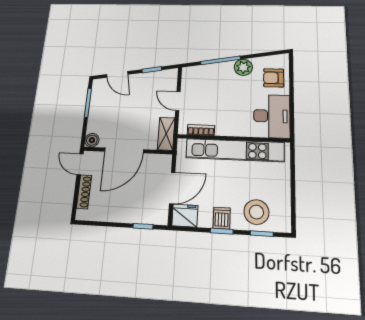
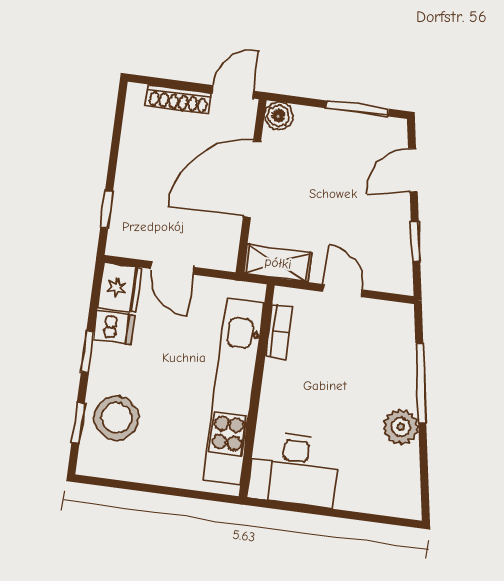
armchair: (274, 78) -> (372, 483), removed
door: (178, 101) -> (343, 291), hinge flipped
door: (124, 150) -> (252, 179), hinge flipped
door: (172, 188) -> (172, 268), width x0.73
dishwasher: (222, 218) -> (114, 327), moved

